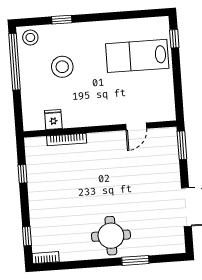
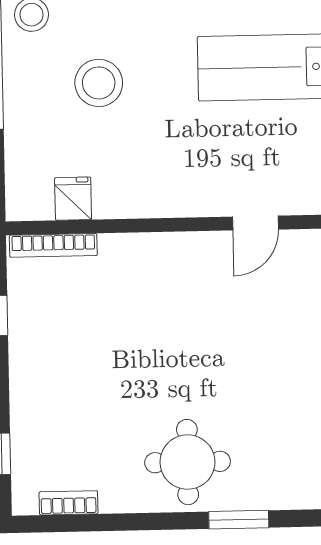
bookcase: (67, 140) -> (53, 245), moved
bookcase: (46, 258) -> (69, 503), moved

